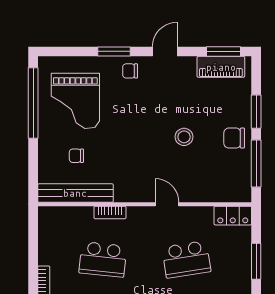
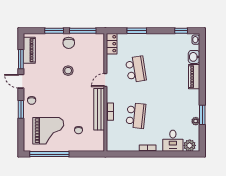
window: (223, 51) -> (21, 59), moved
bench: (75, 193) -> (99, 109), moved

